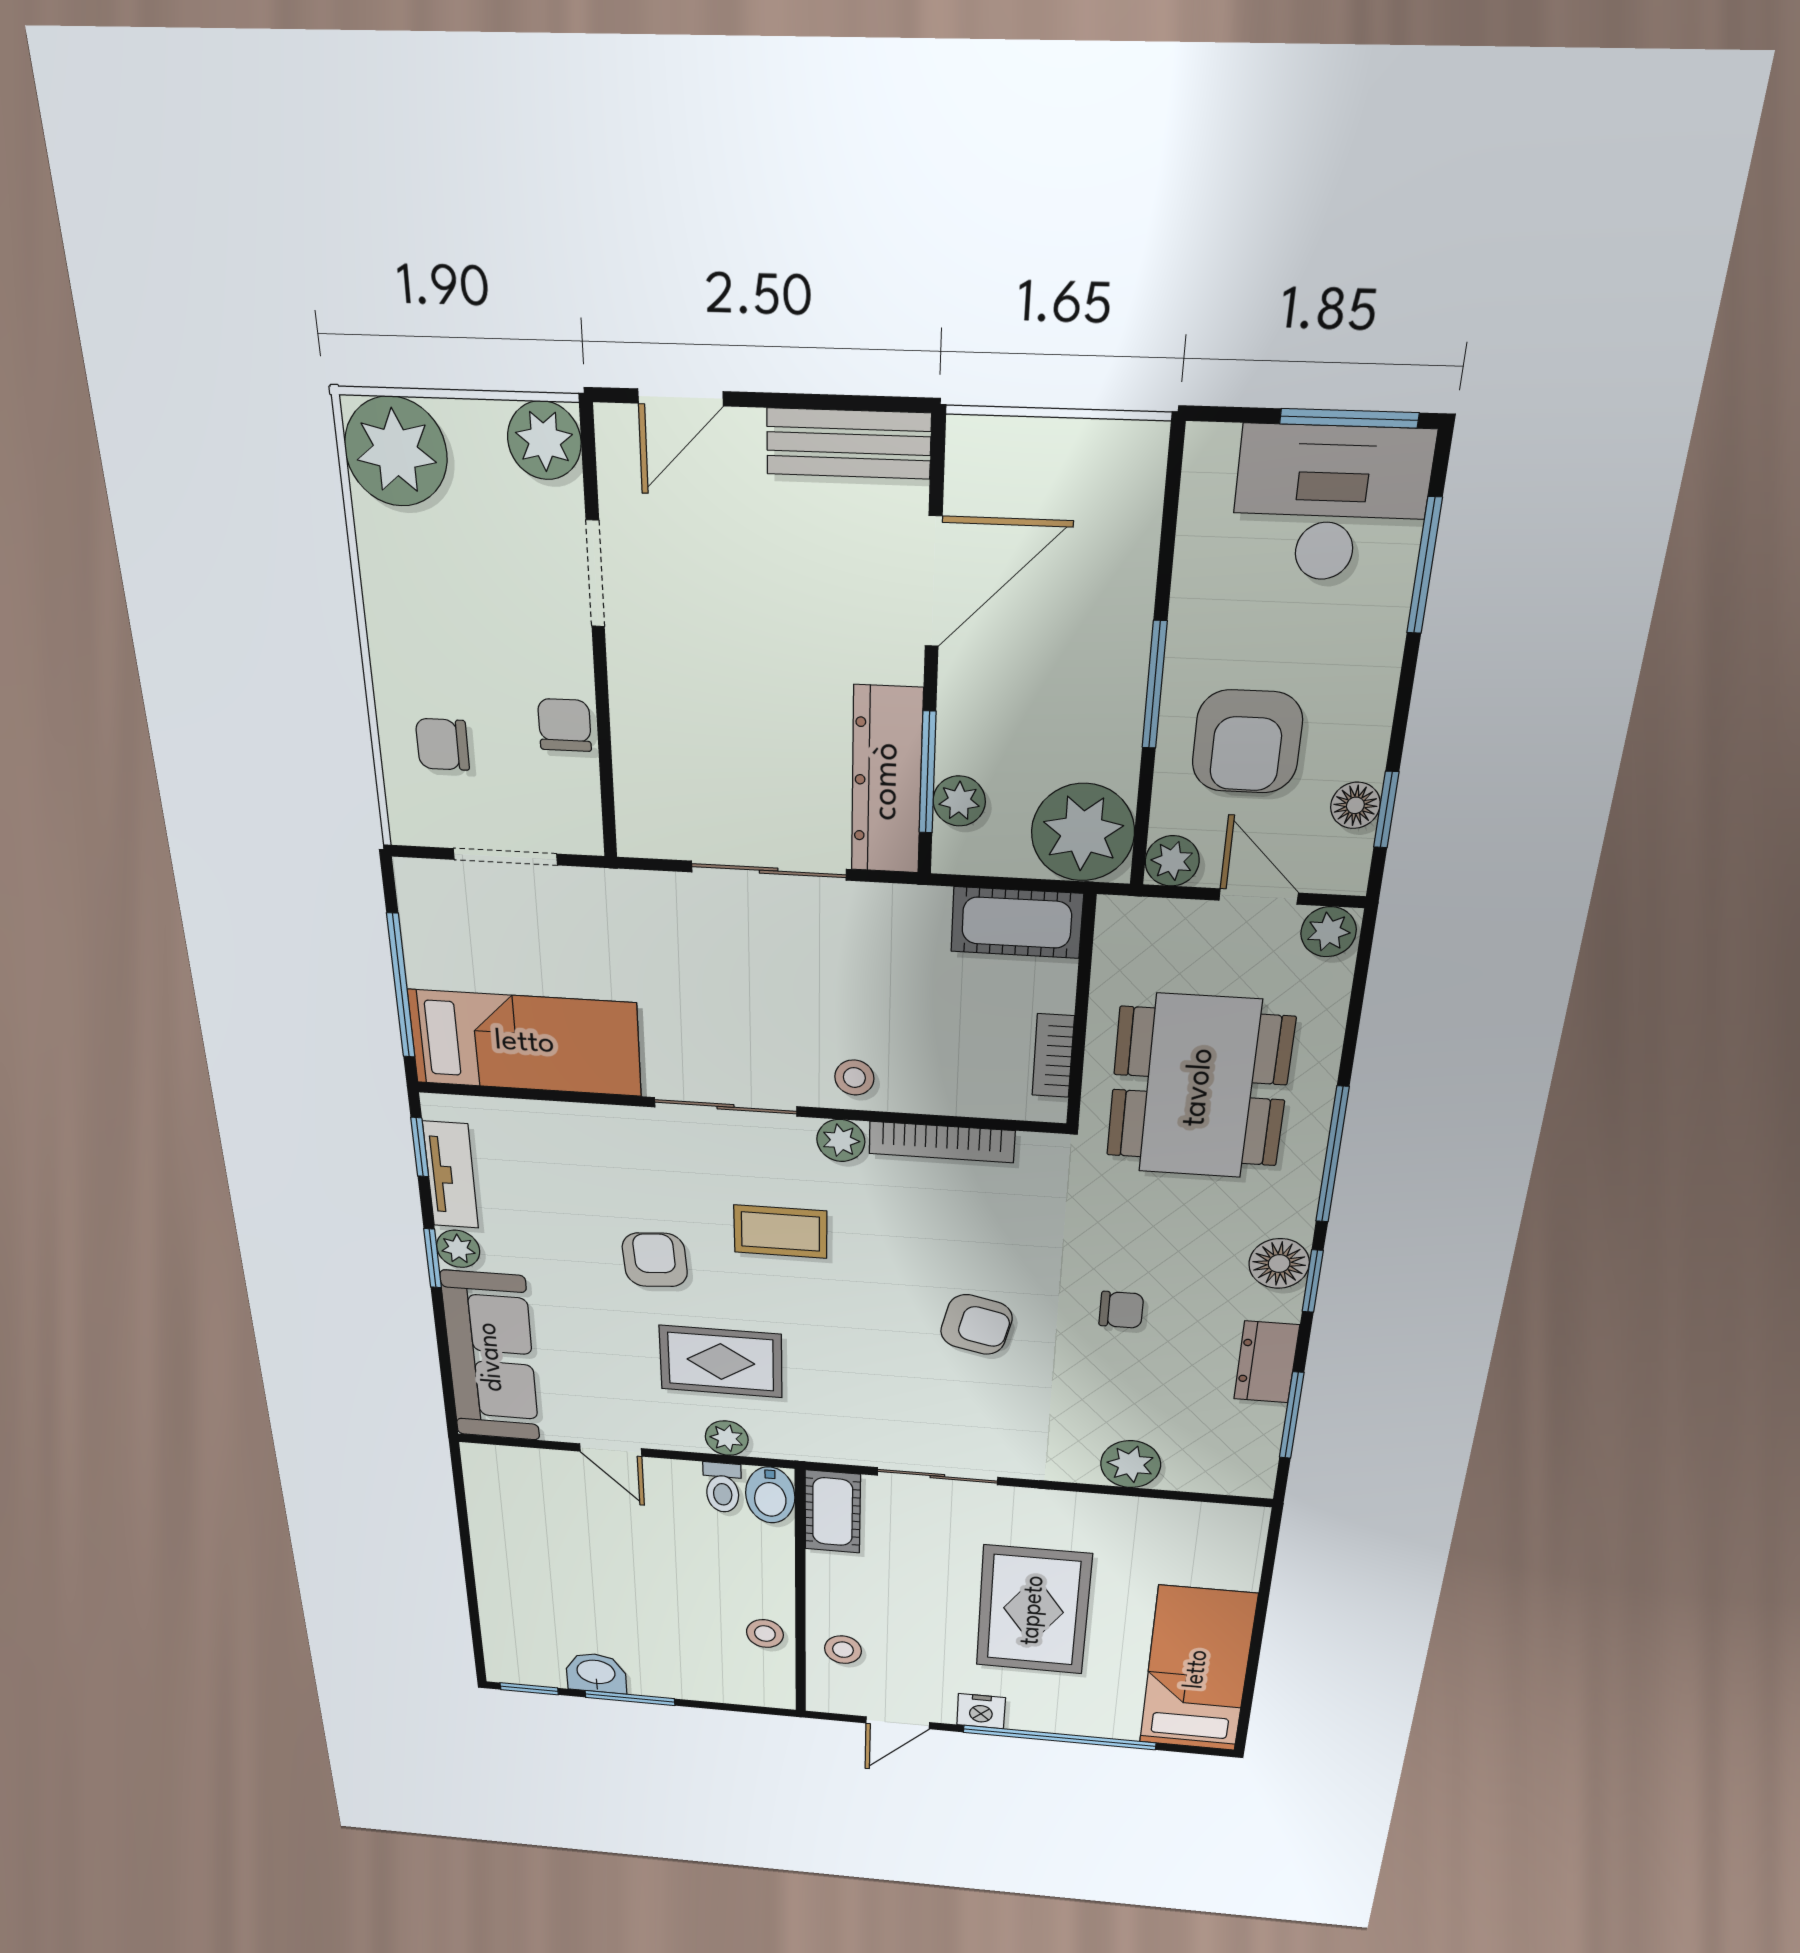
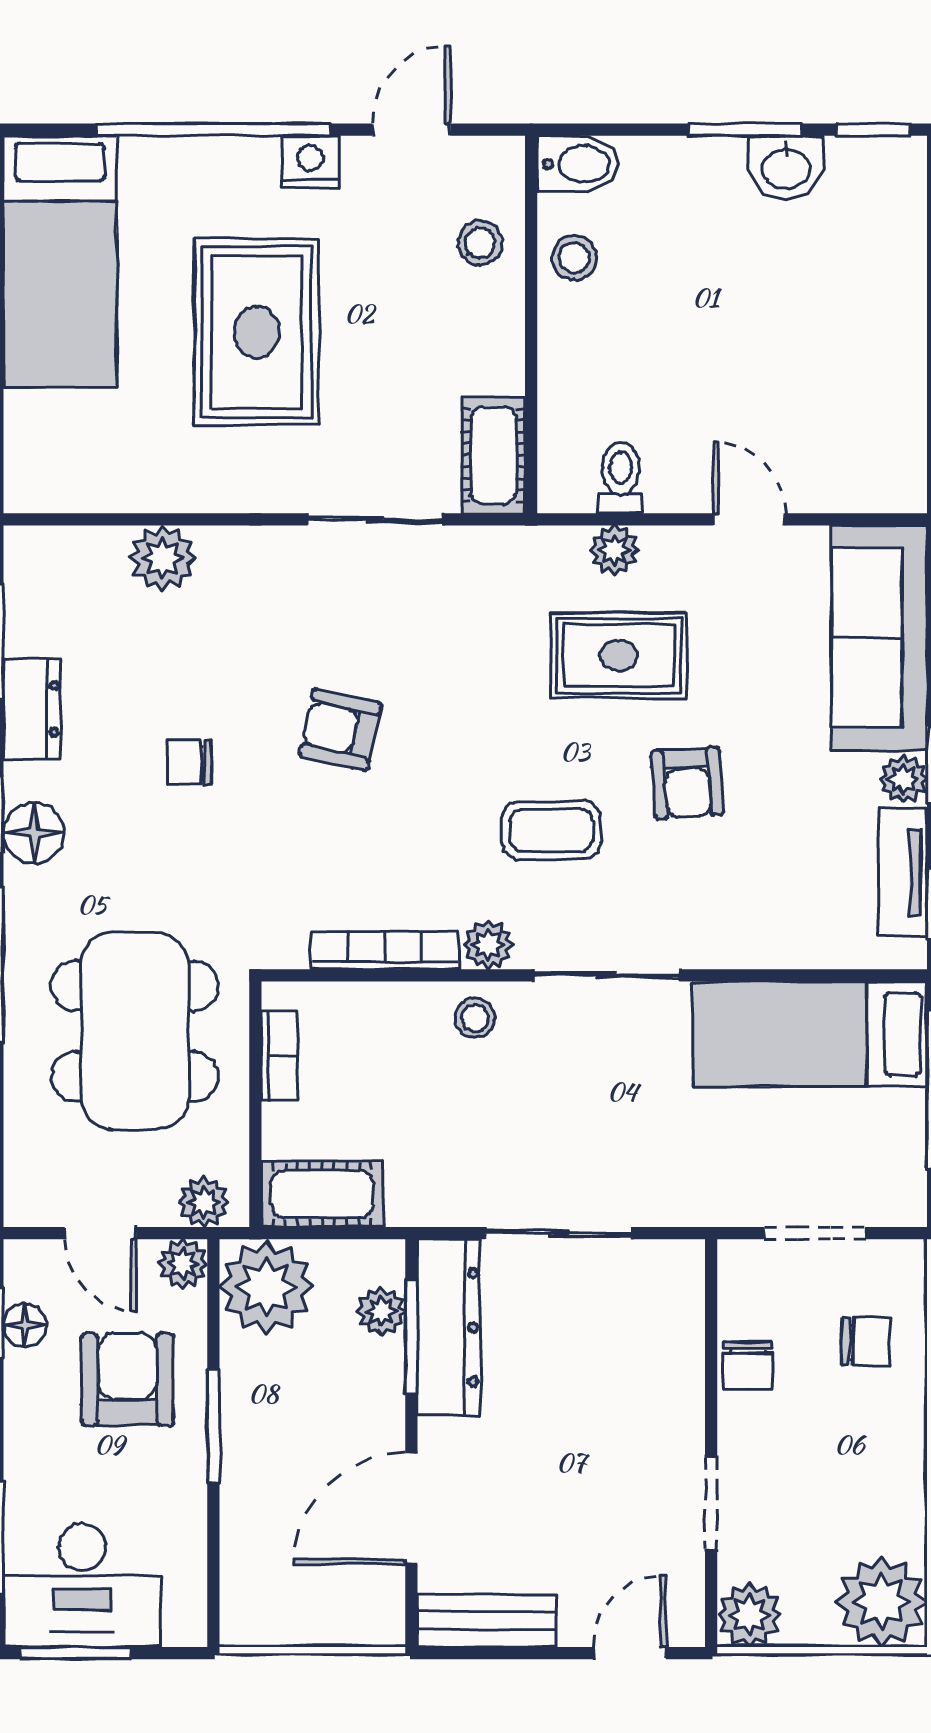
plant: (1329, 932) -> (204, 1202), moved
bidet: (770, 1495) -> (578, 164), moved, turned 90

